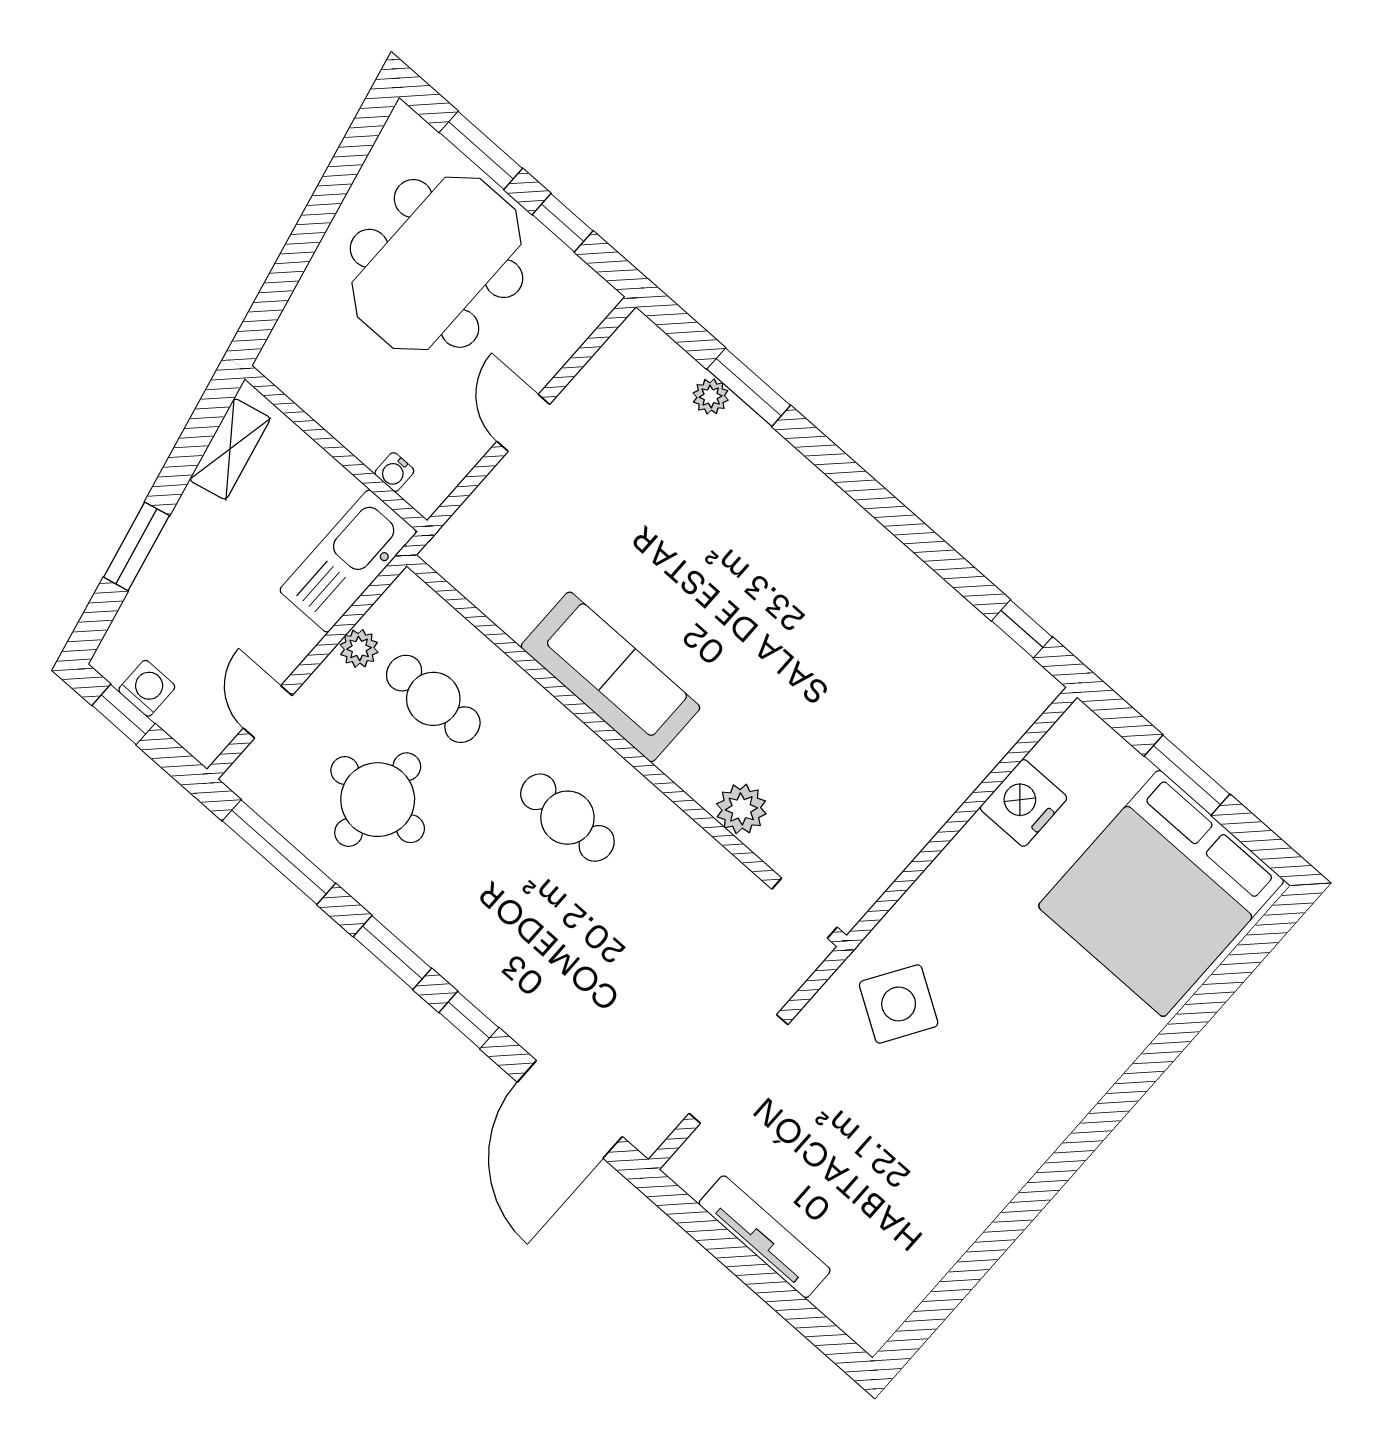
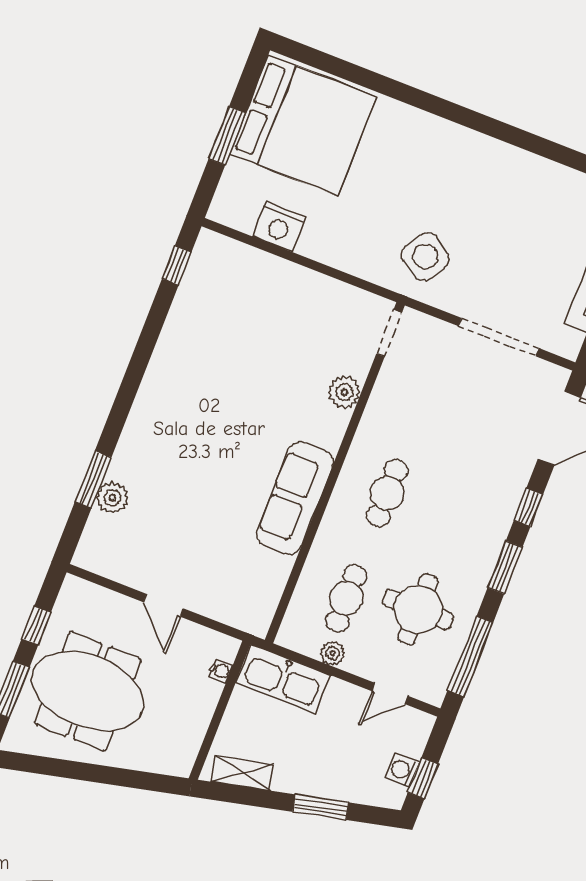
plant: (711, 396) -> (112, 498), width x1.38, depth x1.38
door: (523, 423) -> (163, 605), hinge flipped

